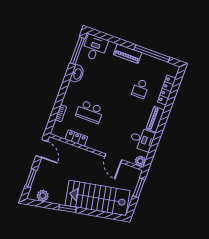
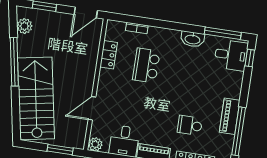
window: (100, 34) -> (250, 58), added
piano: (128, 54) -> (230, 116), moved
window: (67, 208) -> (14, 62), width x2.11

